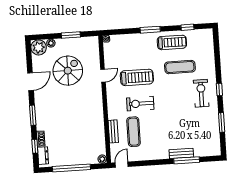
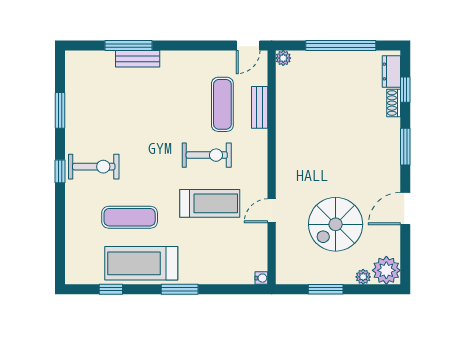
treadmill: (172, 42) -> (141, 263), width x1.37, depth x1.38
treadmill: (137, 77) -> (210, 203), turned 180
exercise bike: (201, 93) -> (94, 167), turned -90

